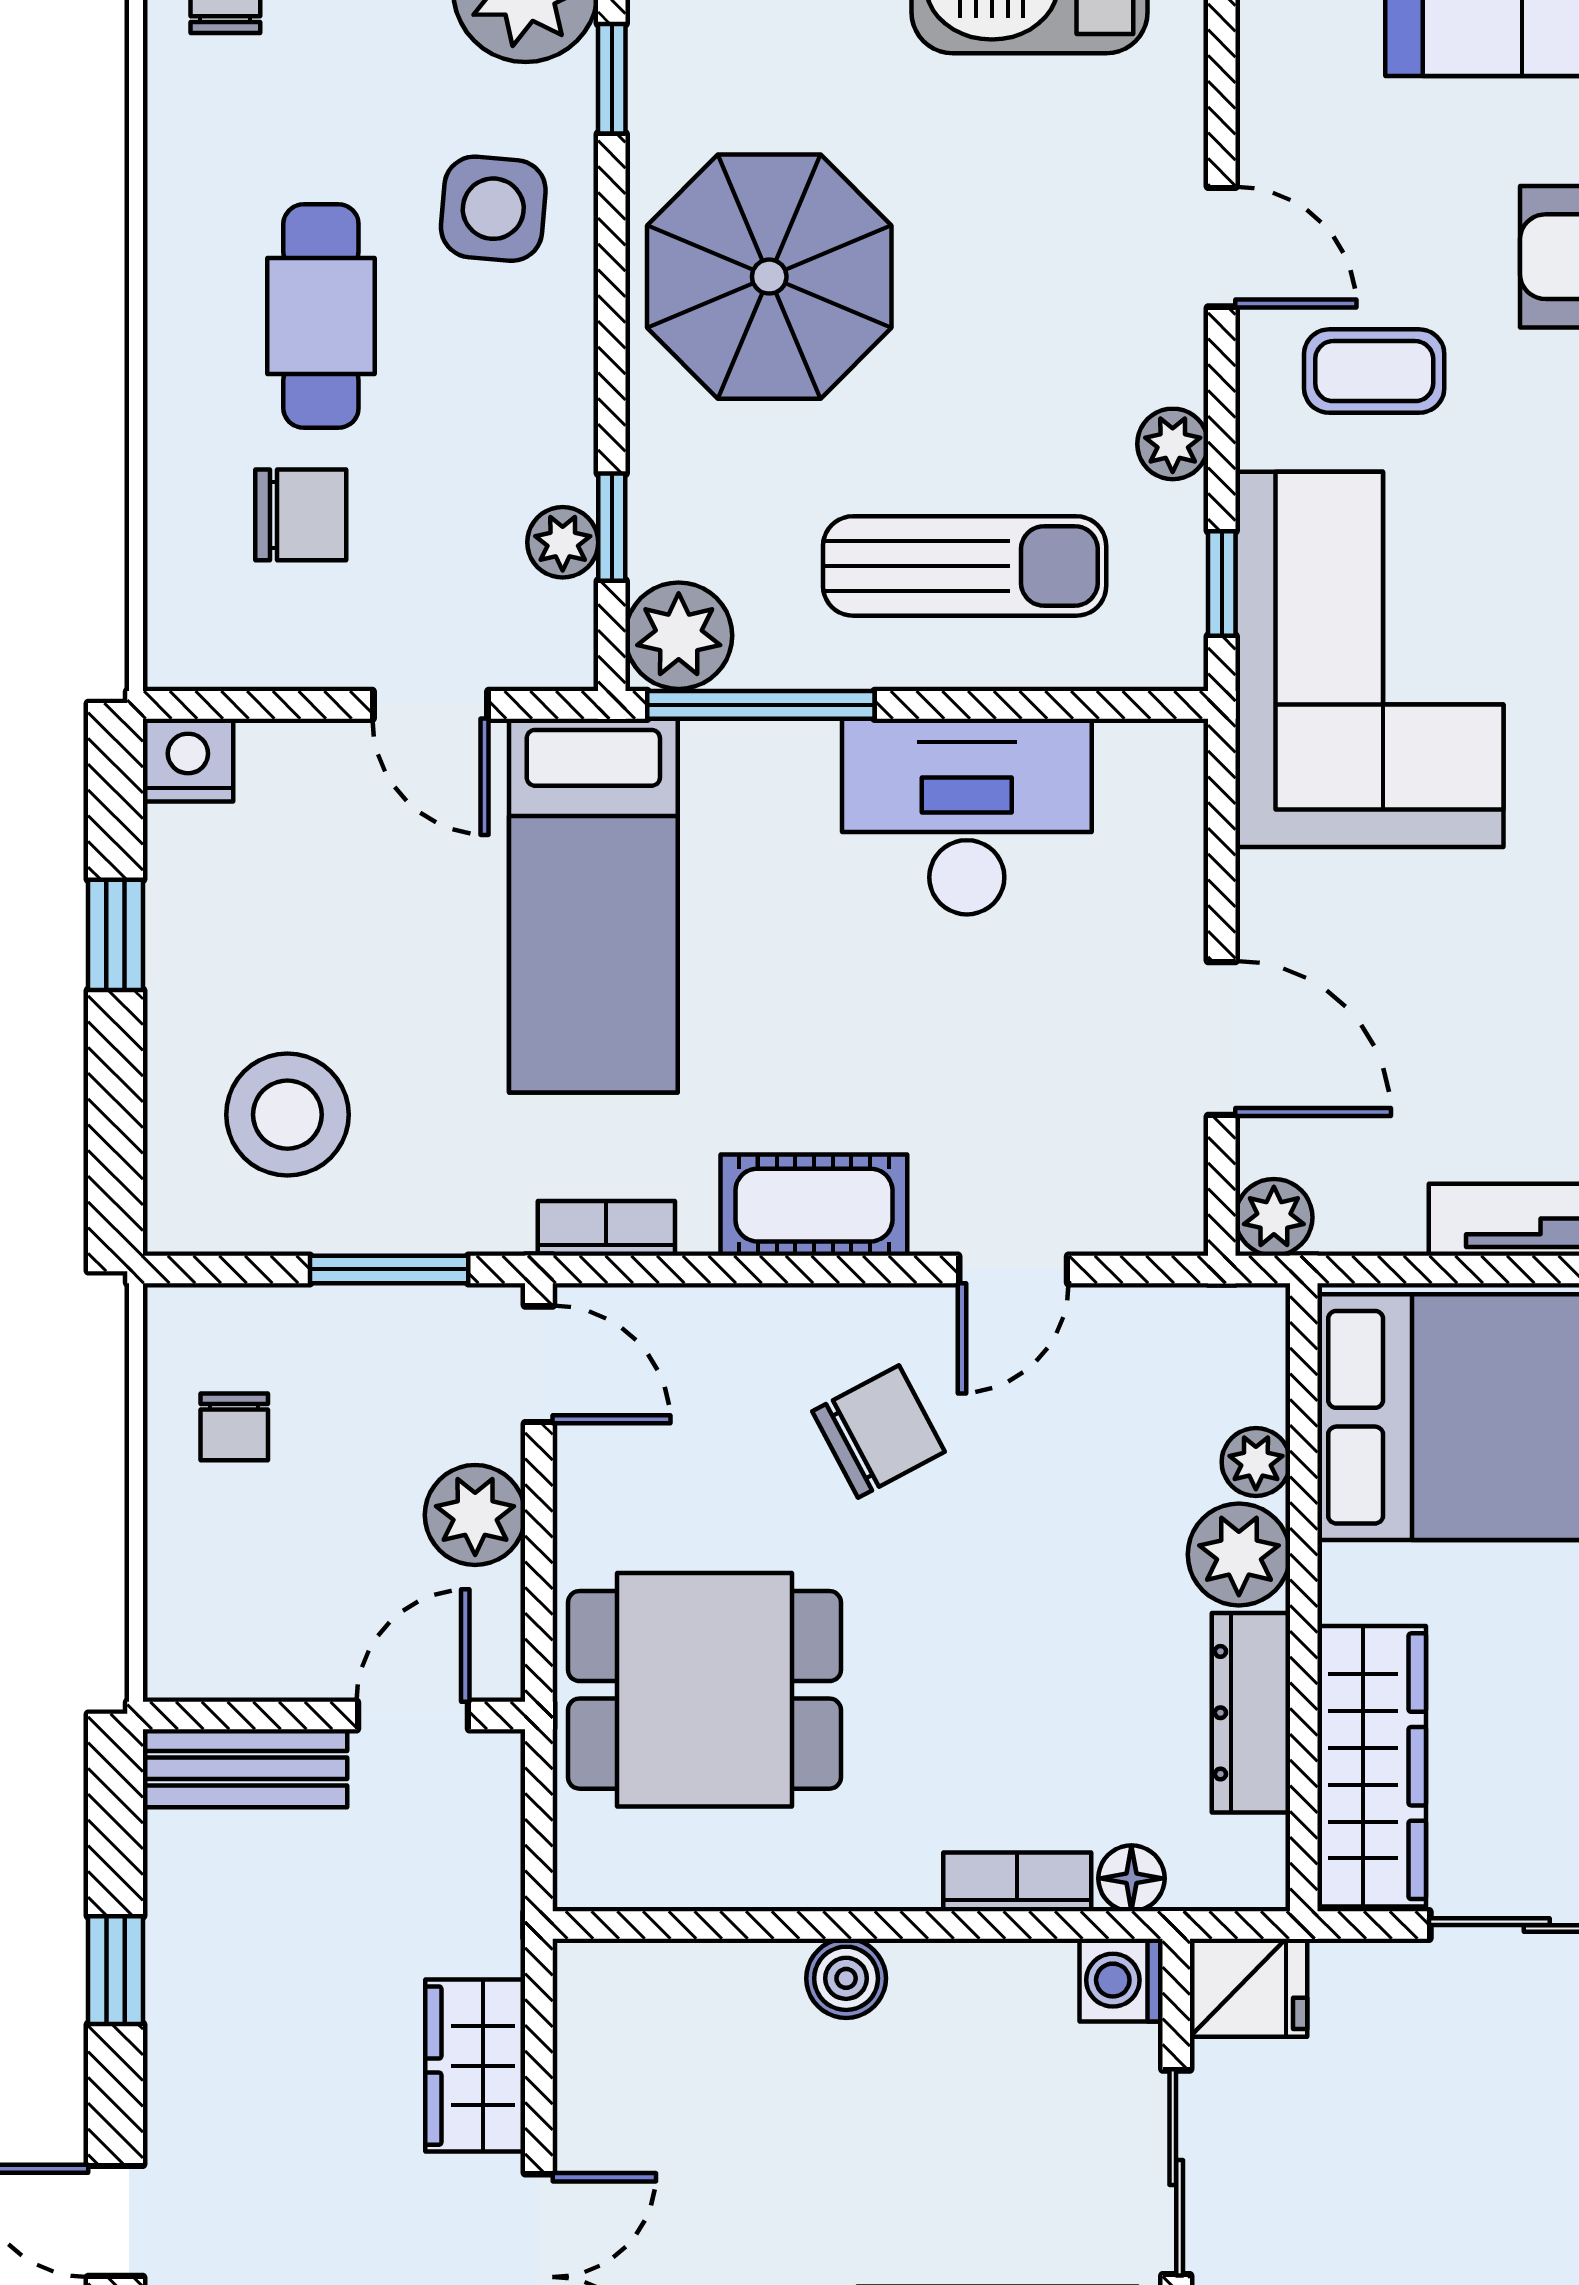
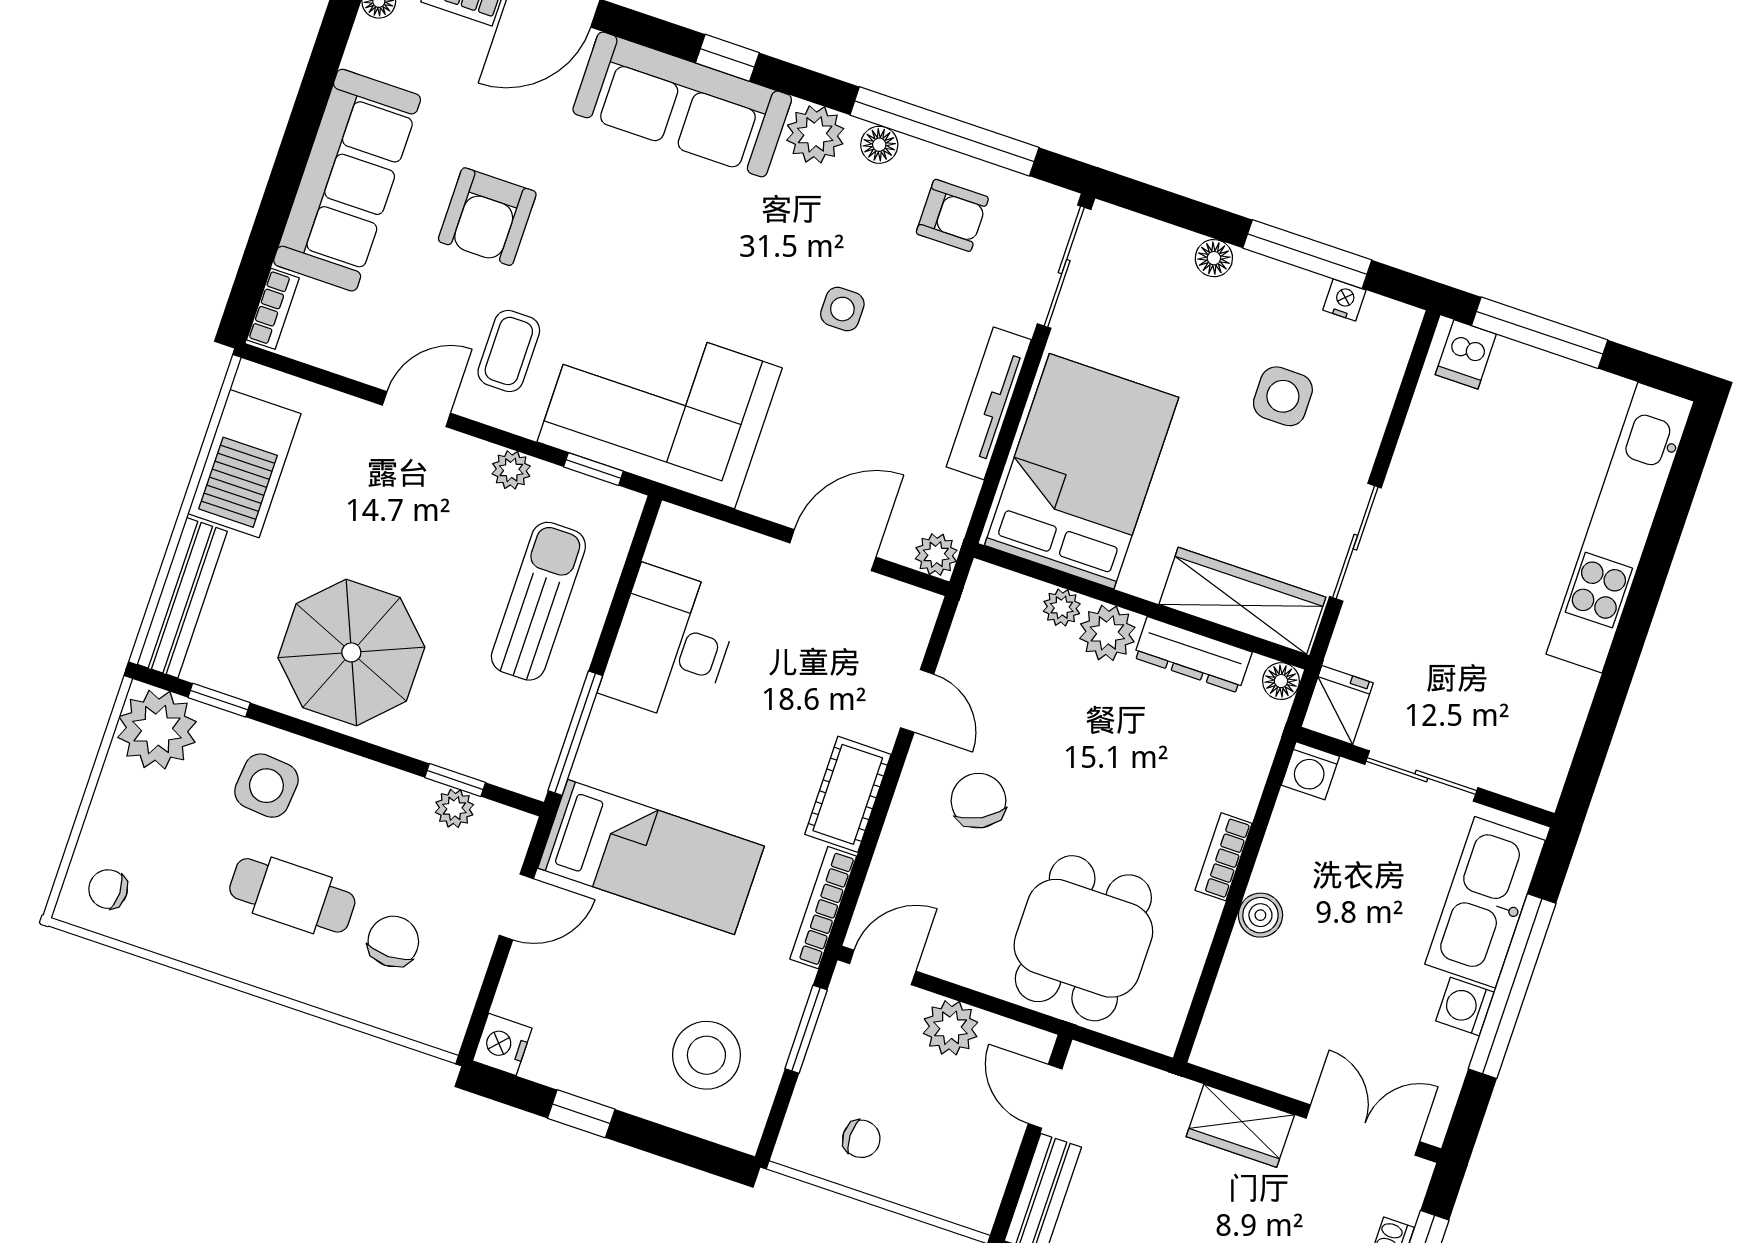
plant: (679, 636) -> (524, 764), removed
bookcase: (606, 1228) -> (823, 908), width x1.56
floor lamp: (1131, 1878) -> (1281, 681), moved
bookcase: (1017, 1882) -> (1224, 857), moved

